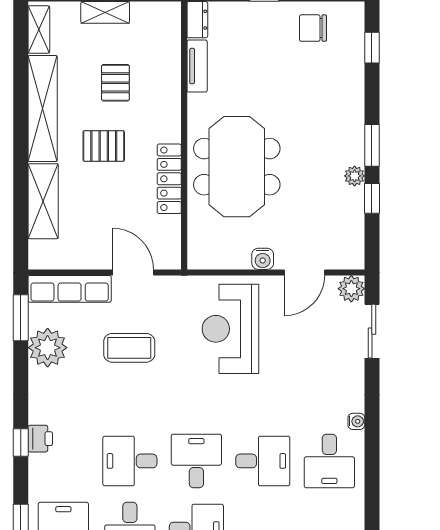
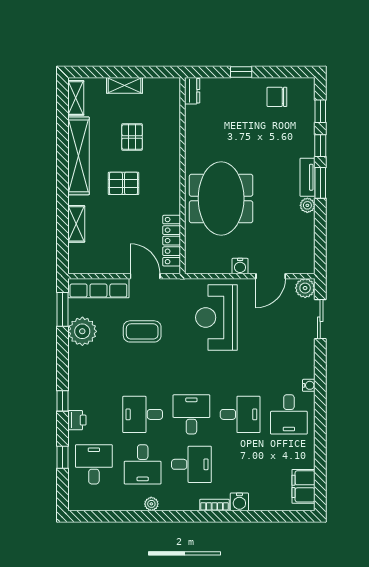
tv unit: (197, 66) -> (307, 177), moved, turned 180
locker: (169, 179) -> (172, 241), moved
window: (372, 198) -> (320, 146), moved
shelving: (43, 201) -> (76, 224), width x0.67, depth x0.75
printer: (40, 439) -> (77, 420), moved

